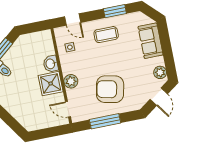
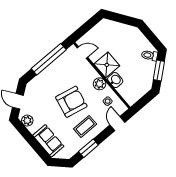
door: (73, 20) -> (117, 124), hinge flipped
plant: (71, 81) -> (99, 84), moved
armchair: (110, 89) -> (71, 102), moved
window: (105, 121) -> (49, 59), width x1.46

